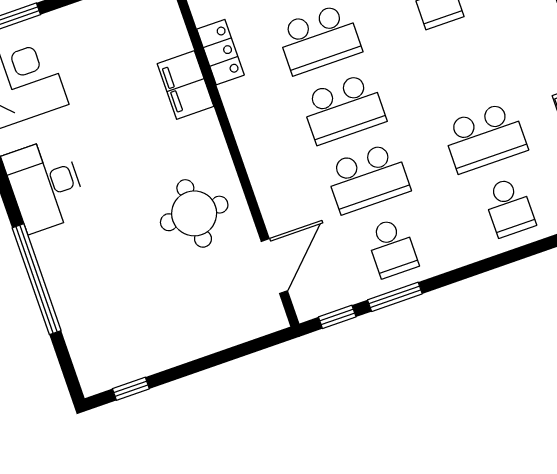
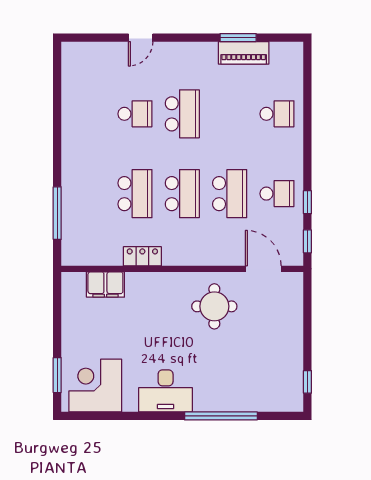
locker: (221, 52) -> (142, 256), moved
filing cabinet: (185, 85) -> (105, 285), moved
school desk: (485, 137) -> (182, 114), moved
window: (395, 297) -> (307, 202), width x0.67

